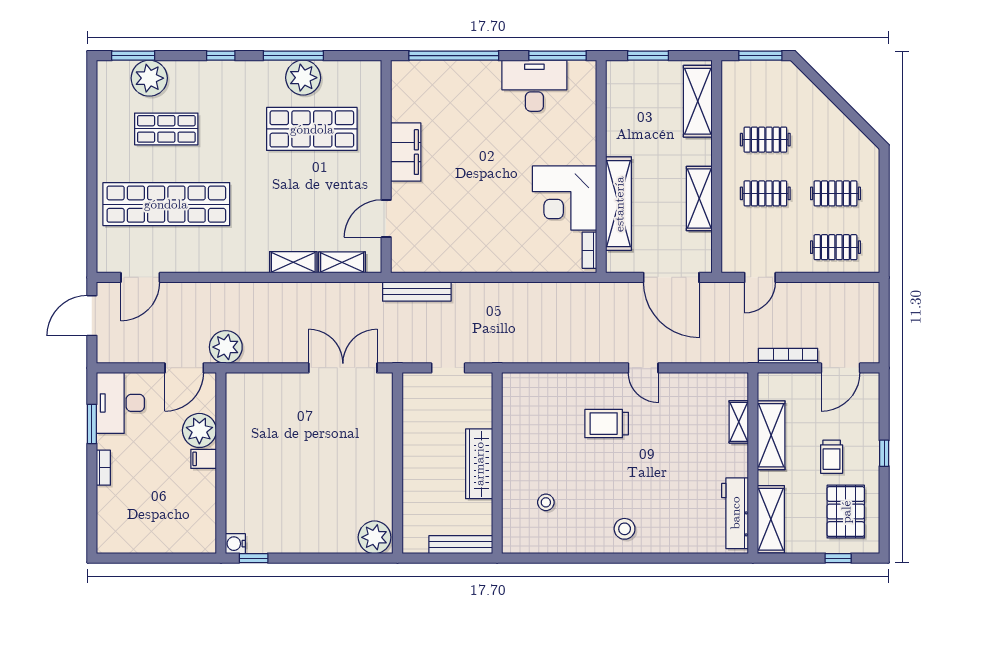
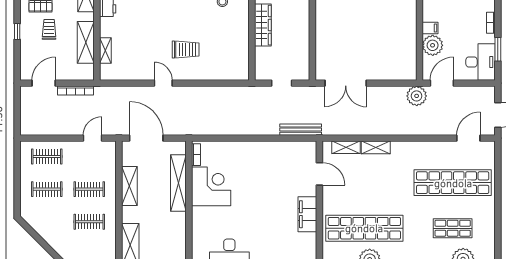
shop shelf: (312, 129) -> (364, 228), width x1.40
door: (386, 219) -> (319, 174), hinge flipped

